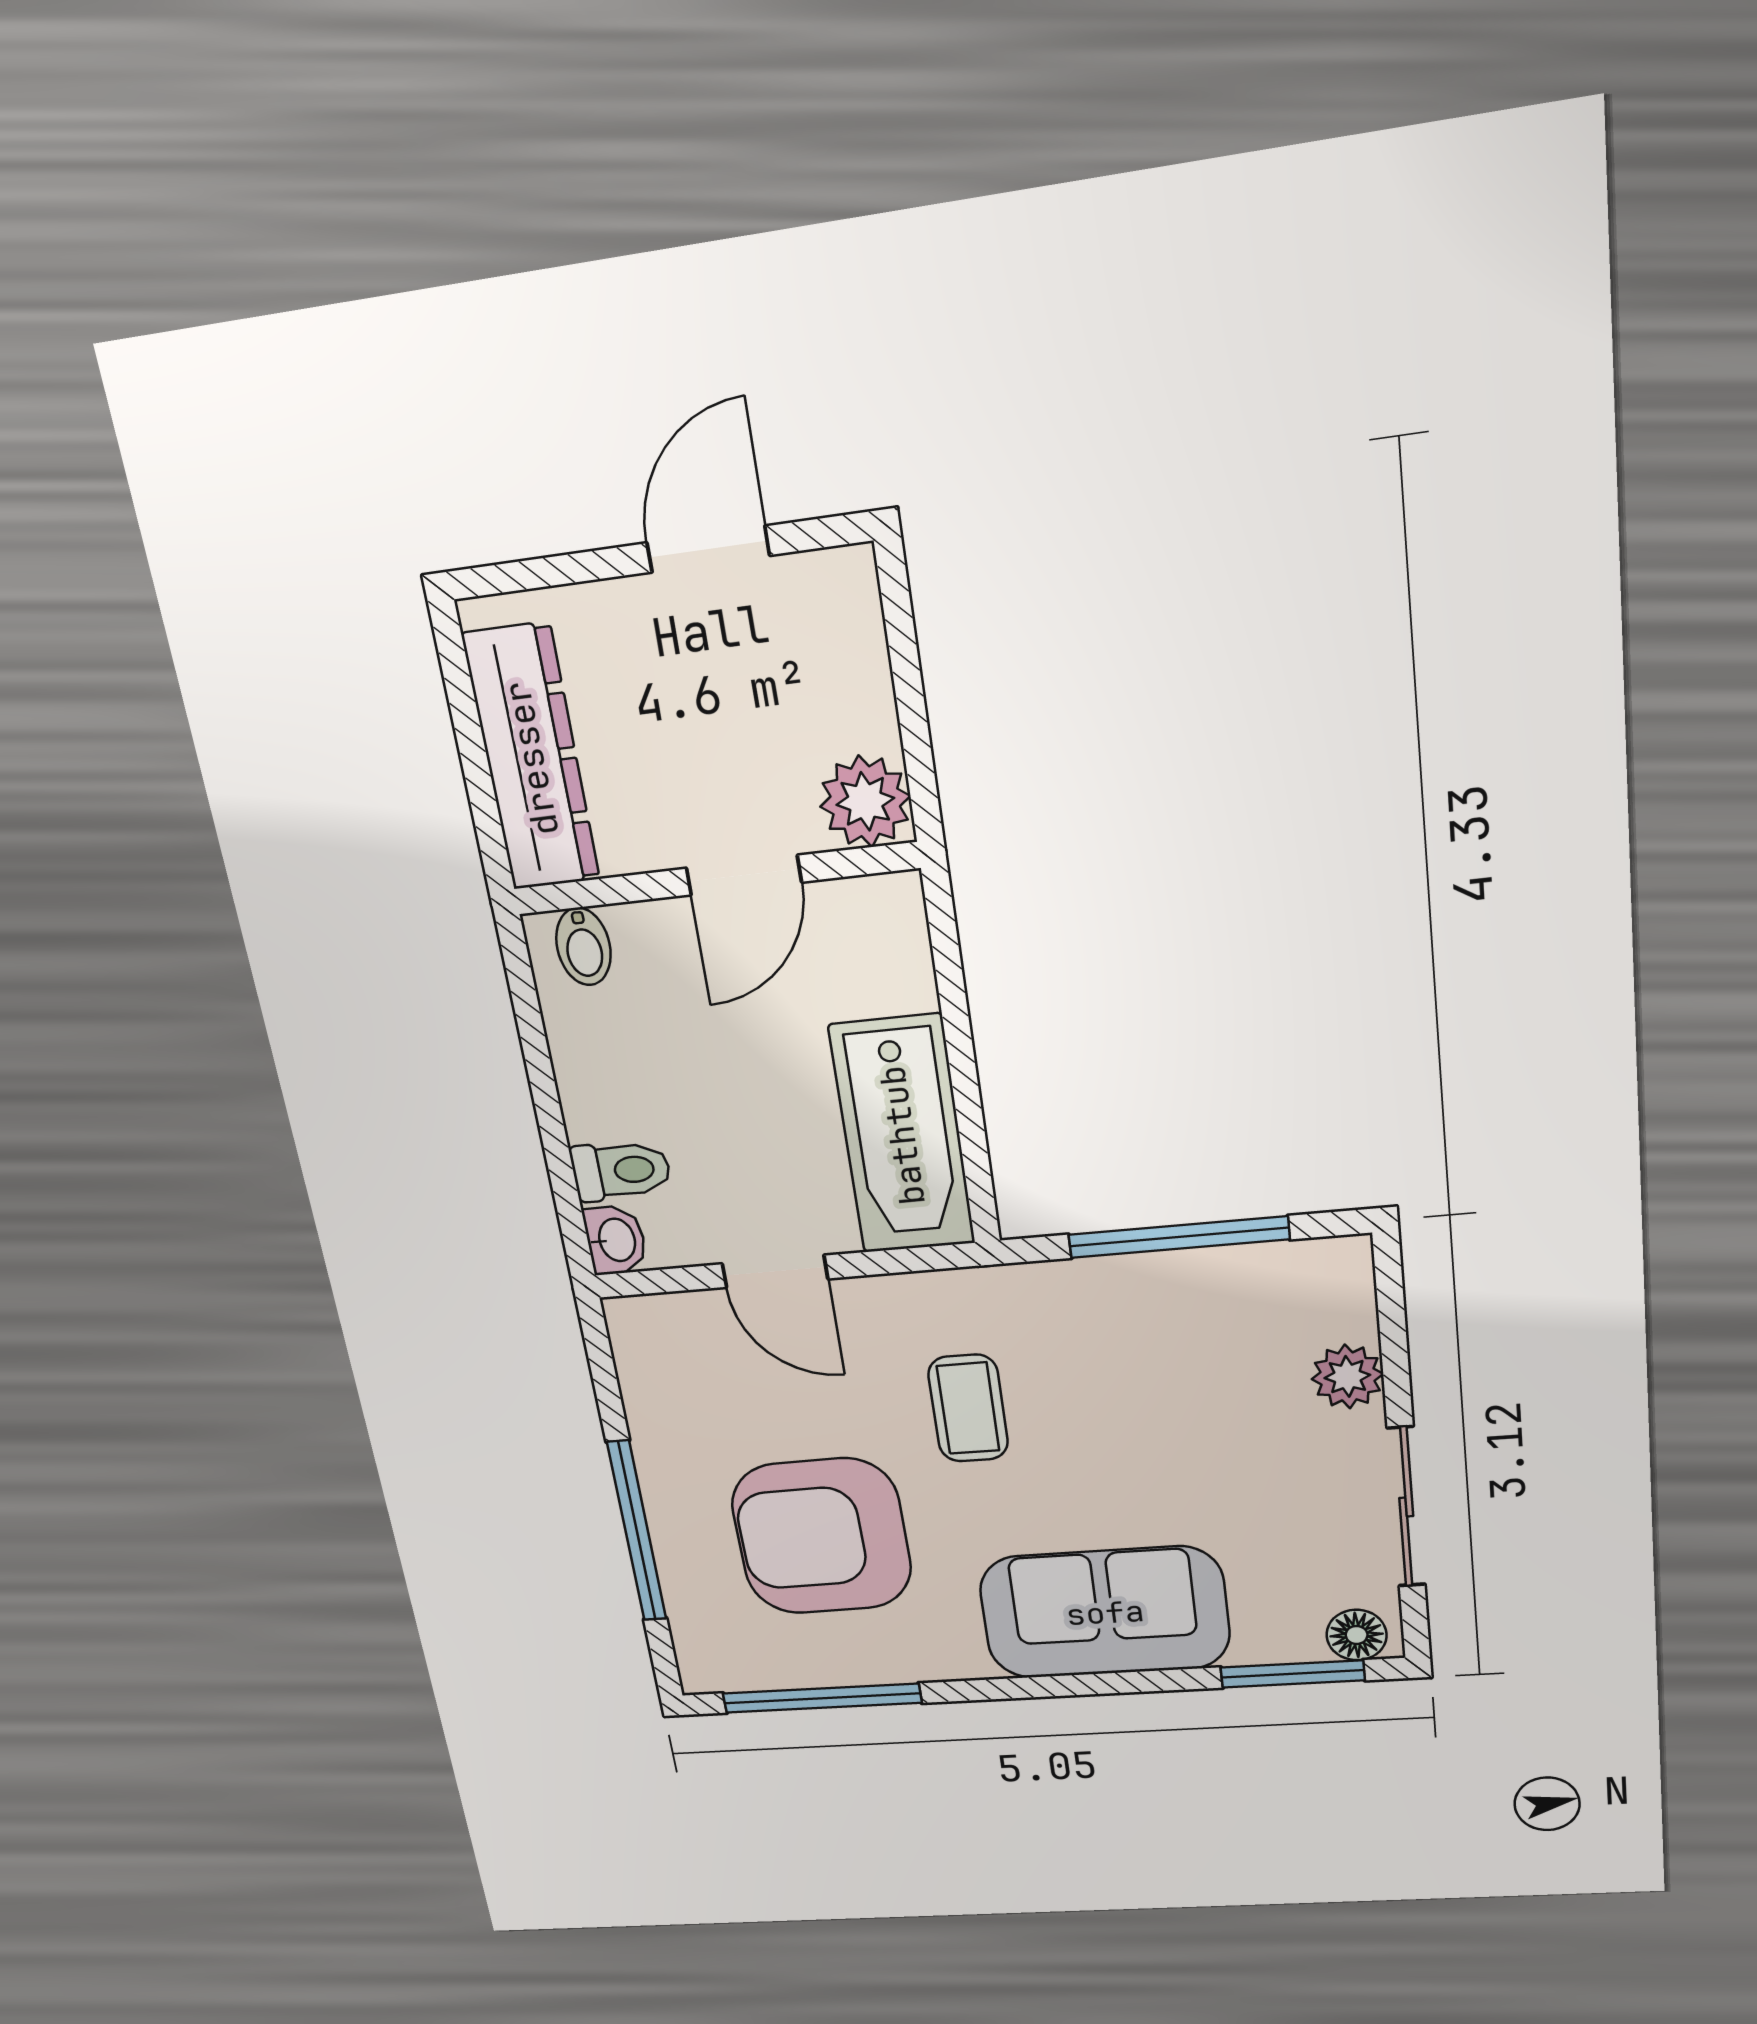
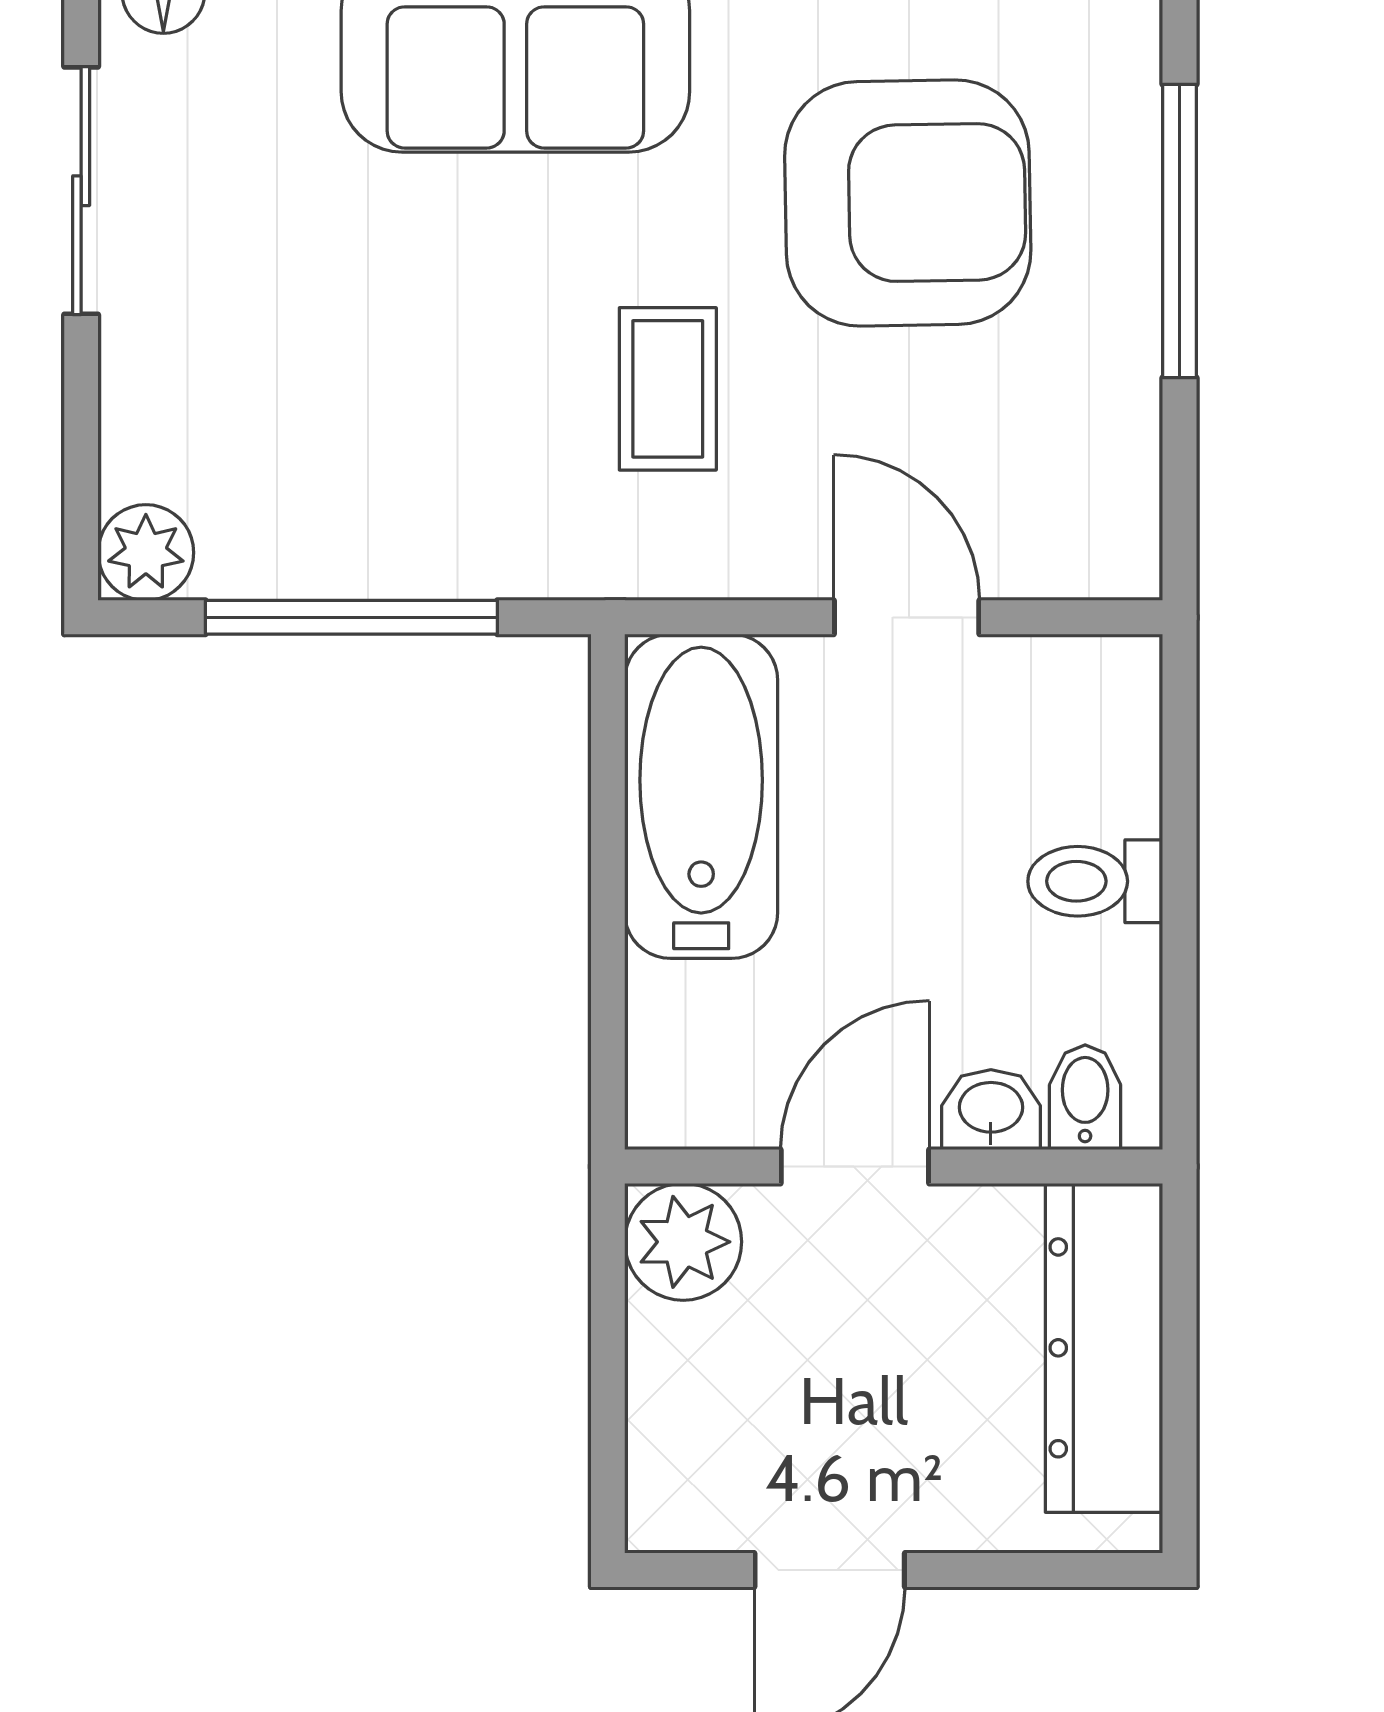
toilet: (621, 1171) -> (1095, 881), moved
washbasin: (615, 1240) -> (991, 1110), moved, turned 90
plant: (1347, 1377) -> (146, 553), moved

